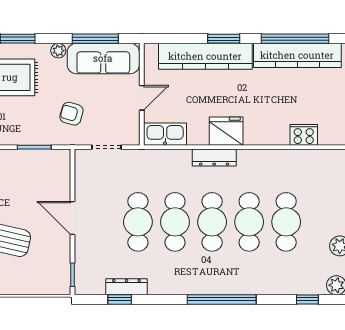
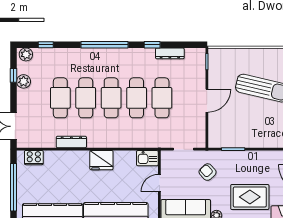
armchair: (71, 114) -> (208, 172), turned -149
kitchen sink: (165, 134) -> (147, 158), width x0.73
cooker: (304, 135) -> (34, 158), moved
dresser: (214, 158) -> (71, 142), moved
door: (73, 218) -> (207, 101), hinge flipped
window: (120, 299) -> (152, 45), moved

